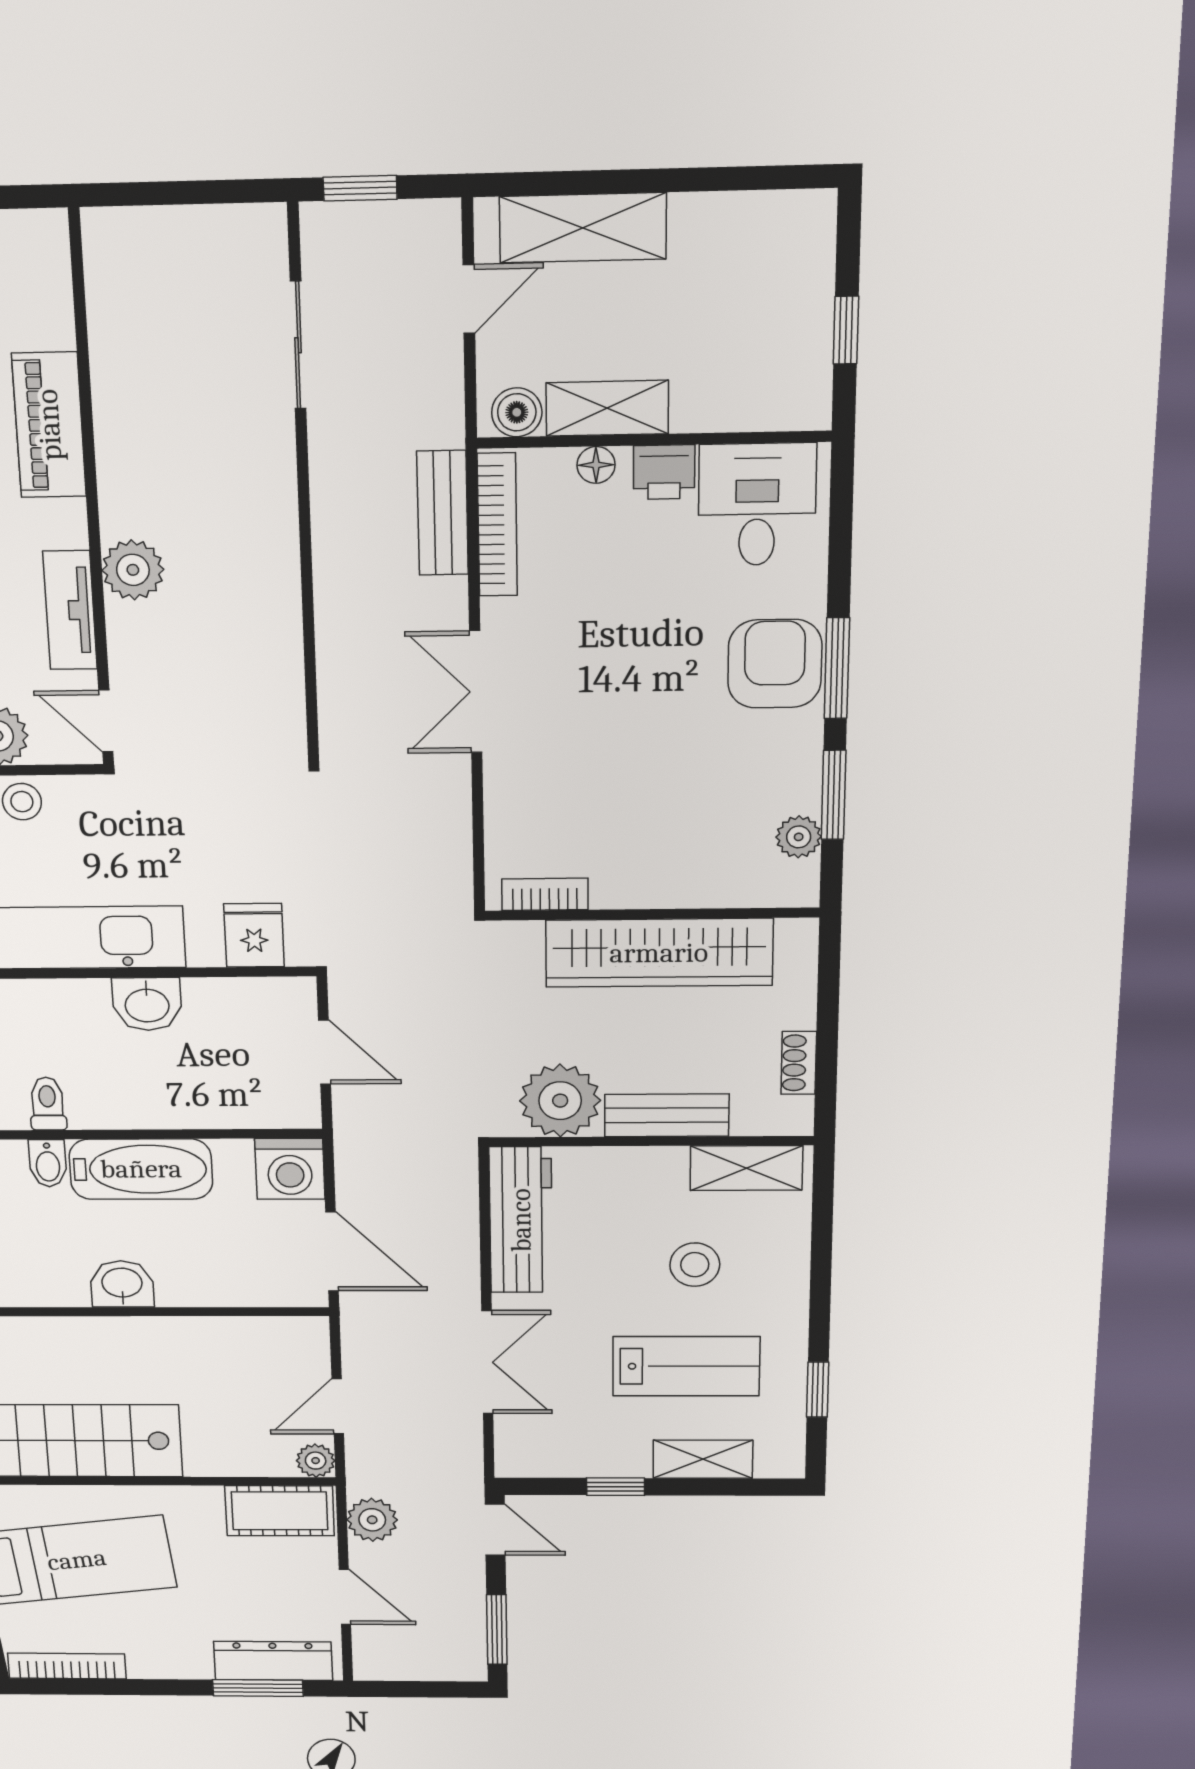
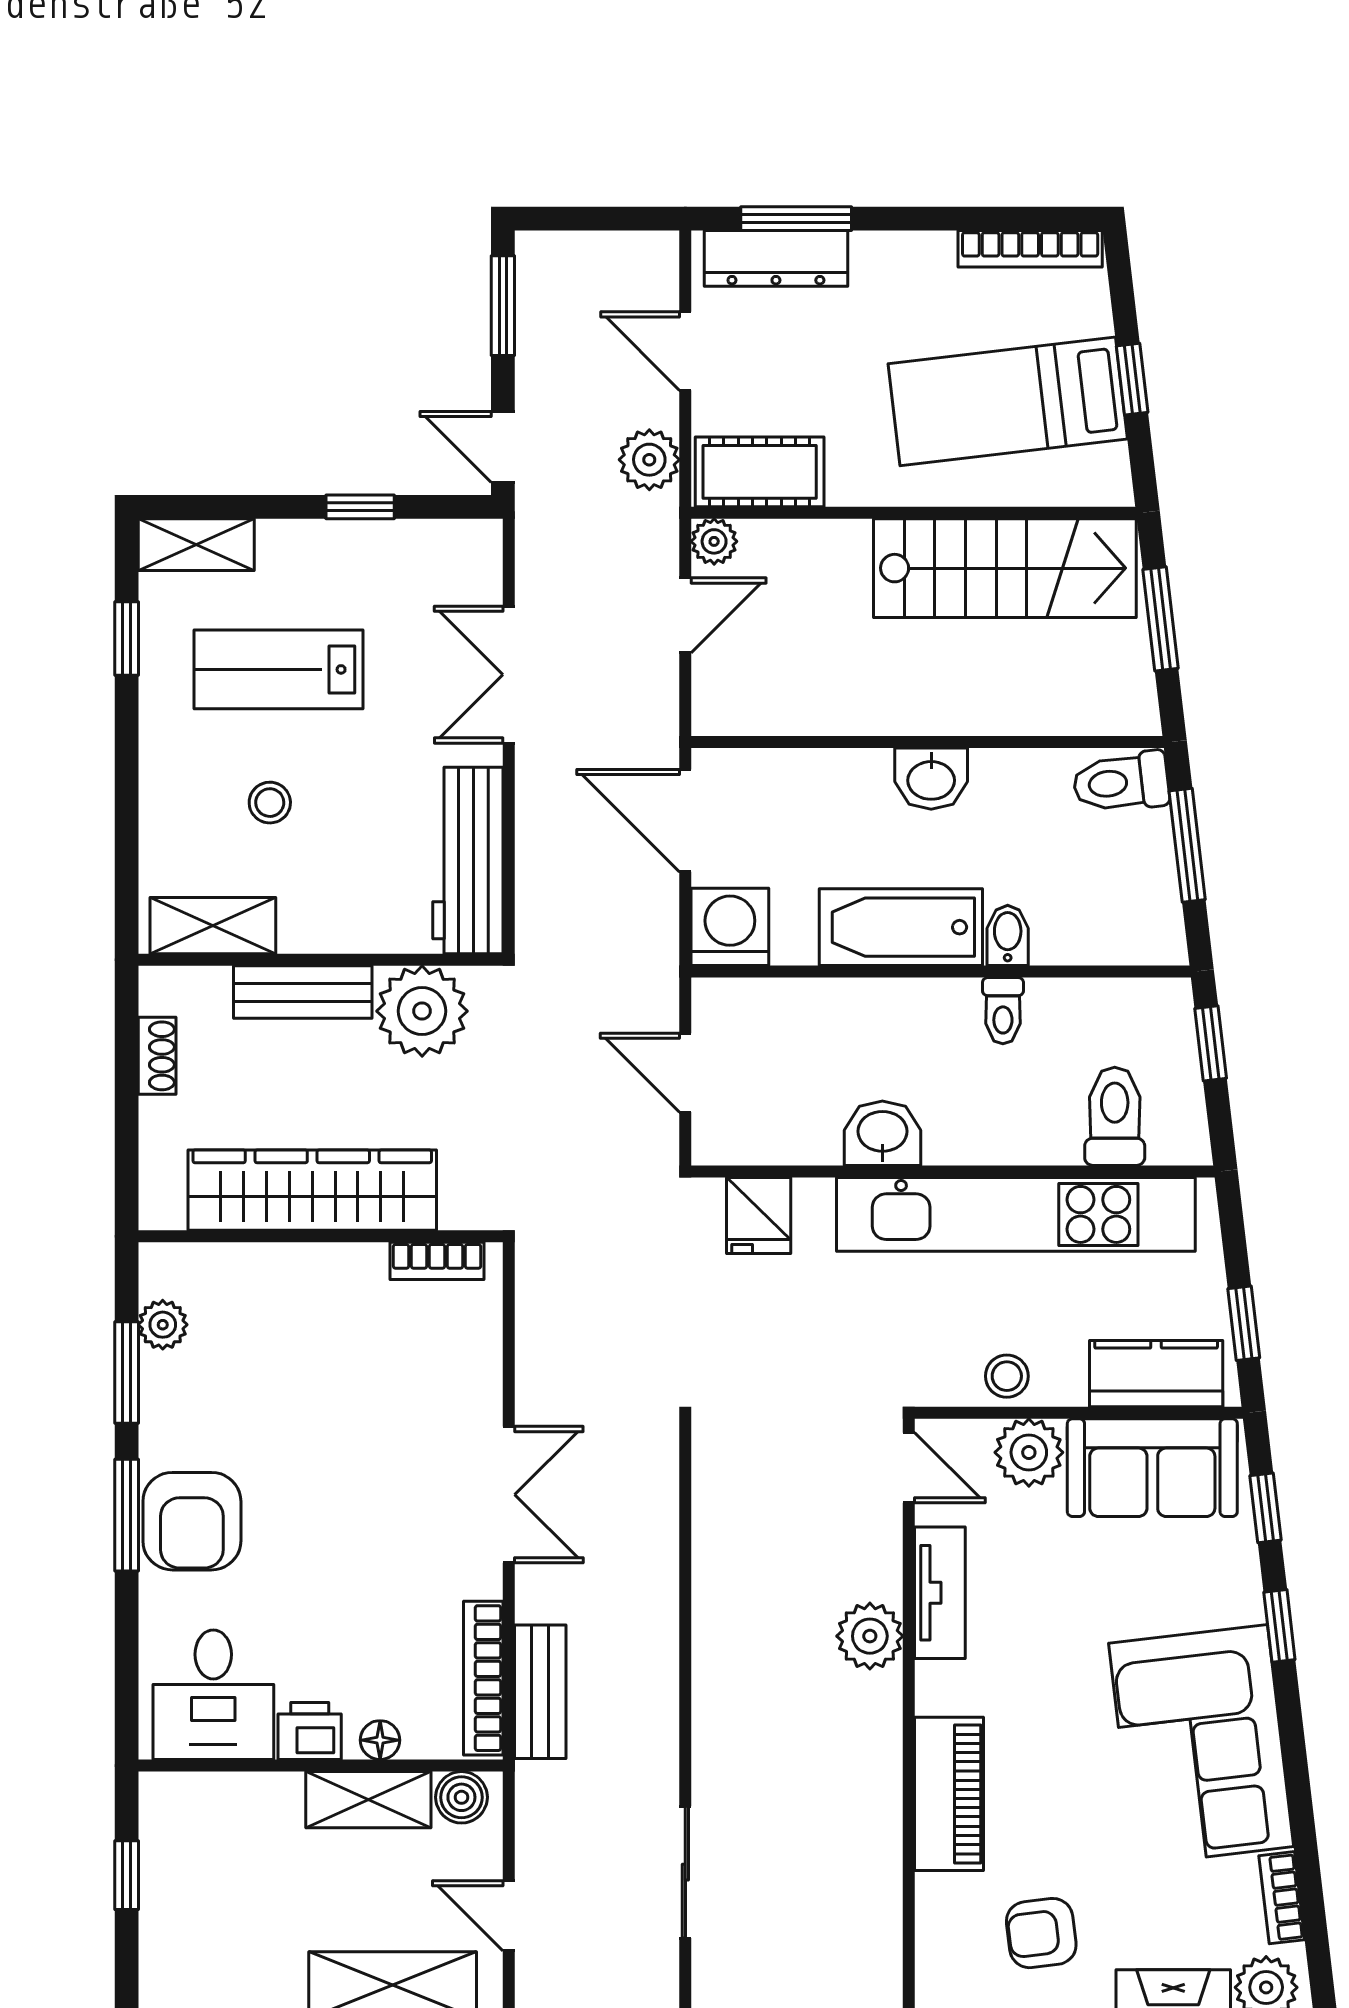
door: (469, 299) -> (509, 1916), hinge flipped
stool: (695, 1265) -> (270, 803), width x0.73, depth x0.73
shelving: (703, 1459) -> (196, 545), moved

